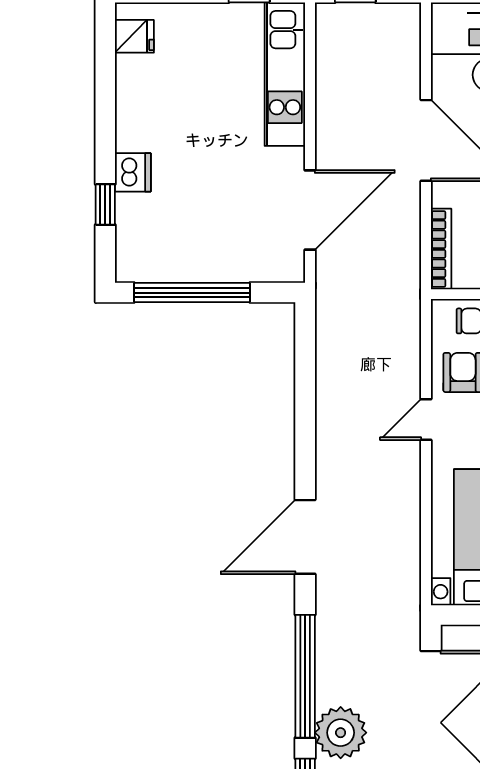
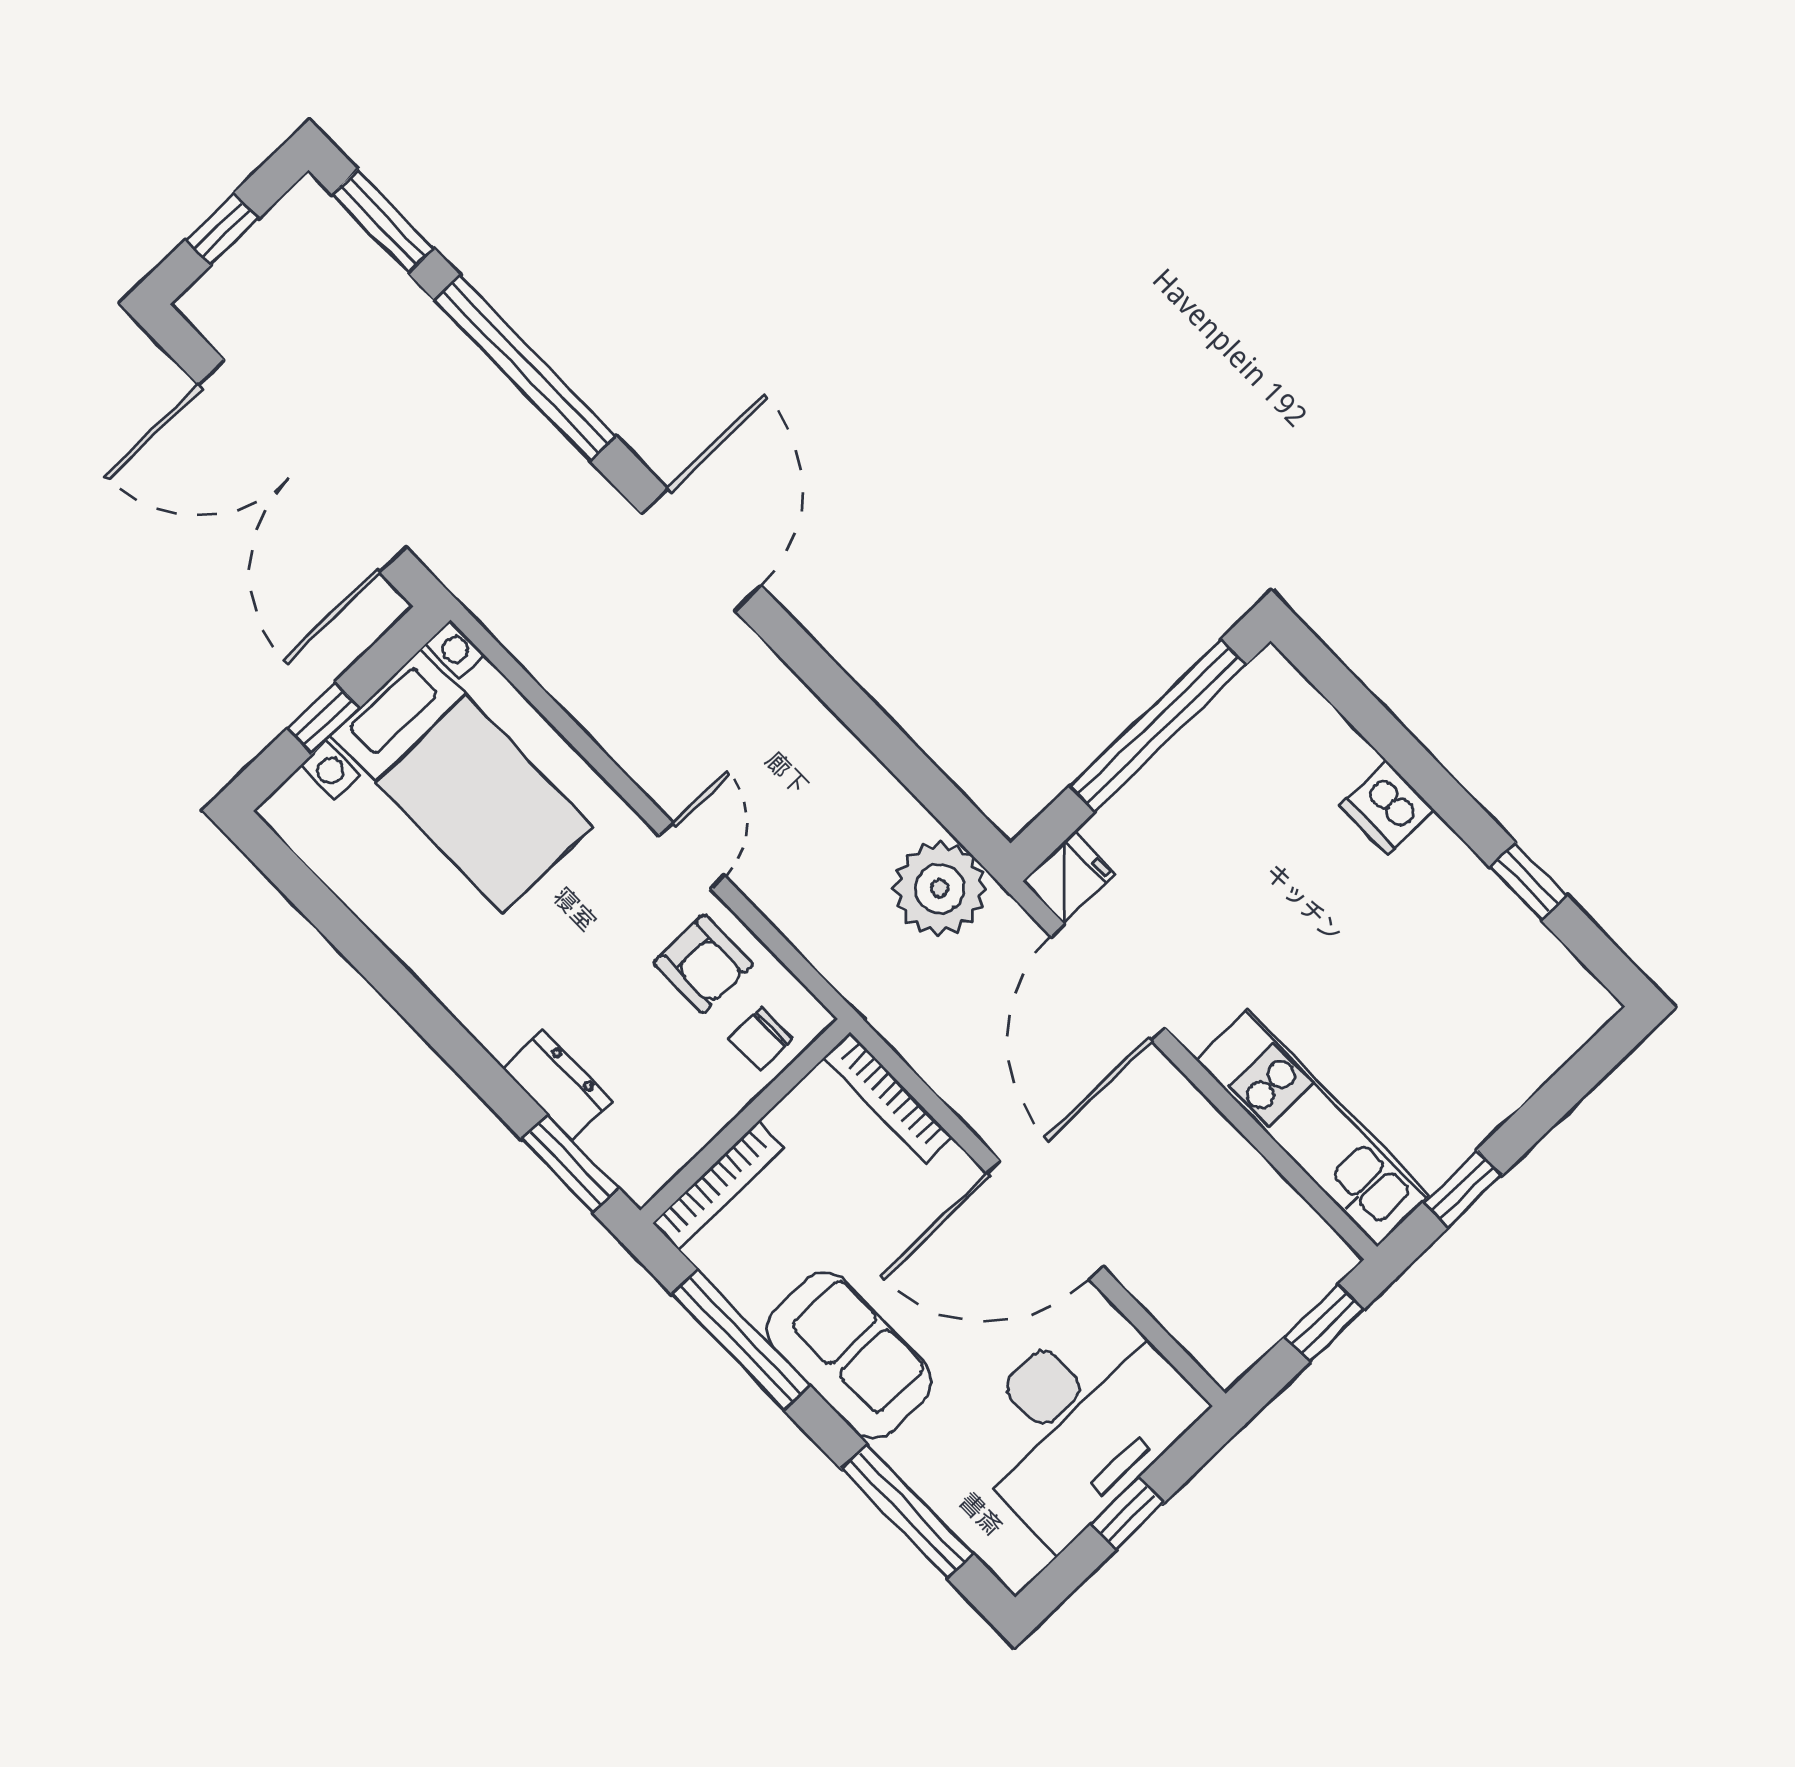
fridge: (134, 36) -> (1069, 878), moved, turned 180
window: (105, 205) -> (1528, 881), moved
plant: (341, 733) -> (940, 888), moved

